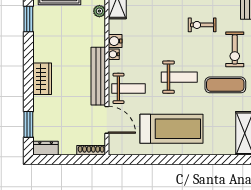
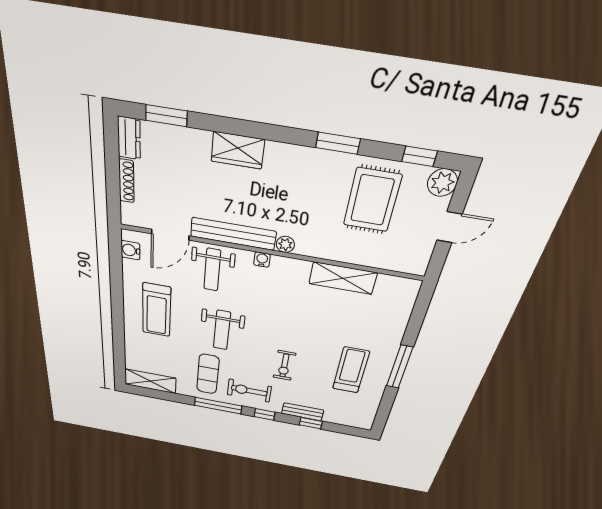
plant: (99, 11) -> (285, 244), moved
exercise bike: (202, 25) -> (284, 365), turned 180
water cooler: (115, 41) -> (130, 250), moved, turned -90
treadmill: (172, 129) -> (156, 310), width x0.73, depth x0.73
shoe rack: (91, 150) -> (126, 181), moved

